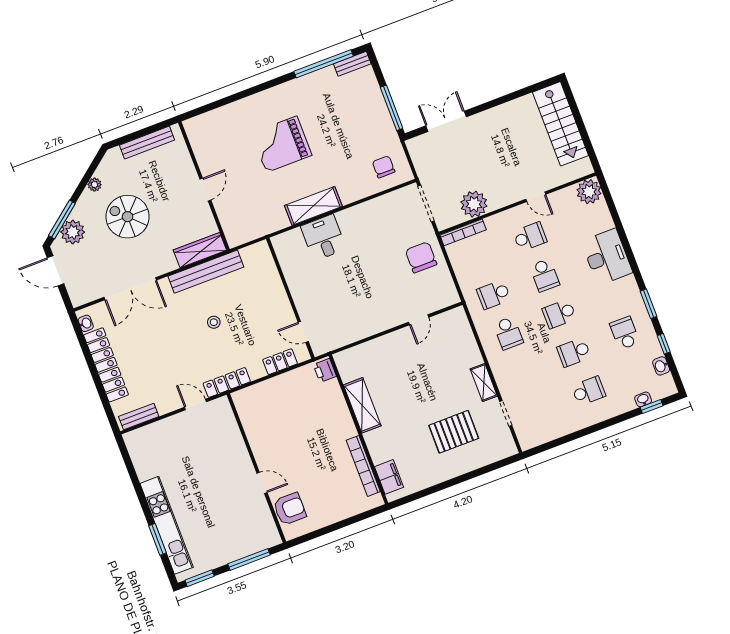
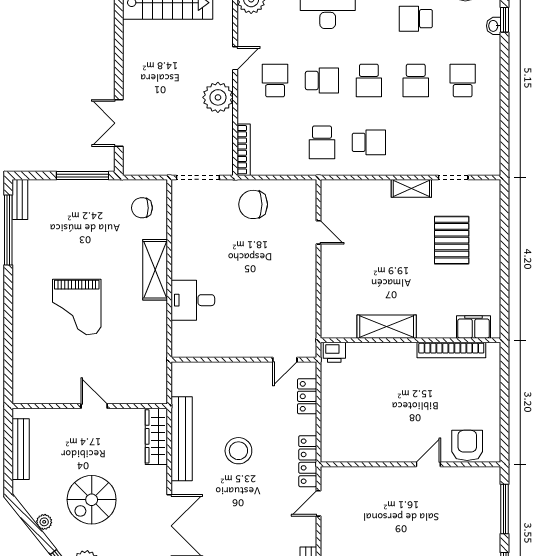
plant: (474, 204) -> (218, 97), moved
shelving: (313, 206) -> (155, 270), moved
stool: (214, 322) -> (238, 451), width x1.89, depth x1.89

